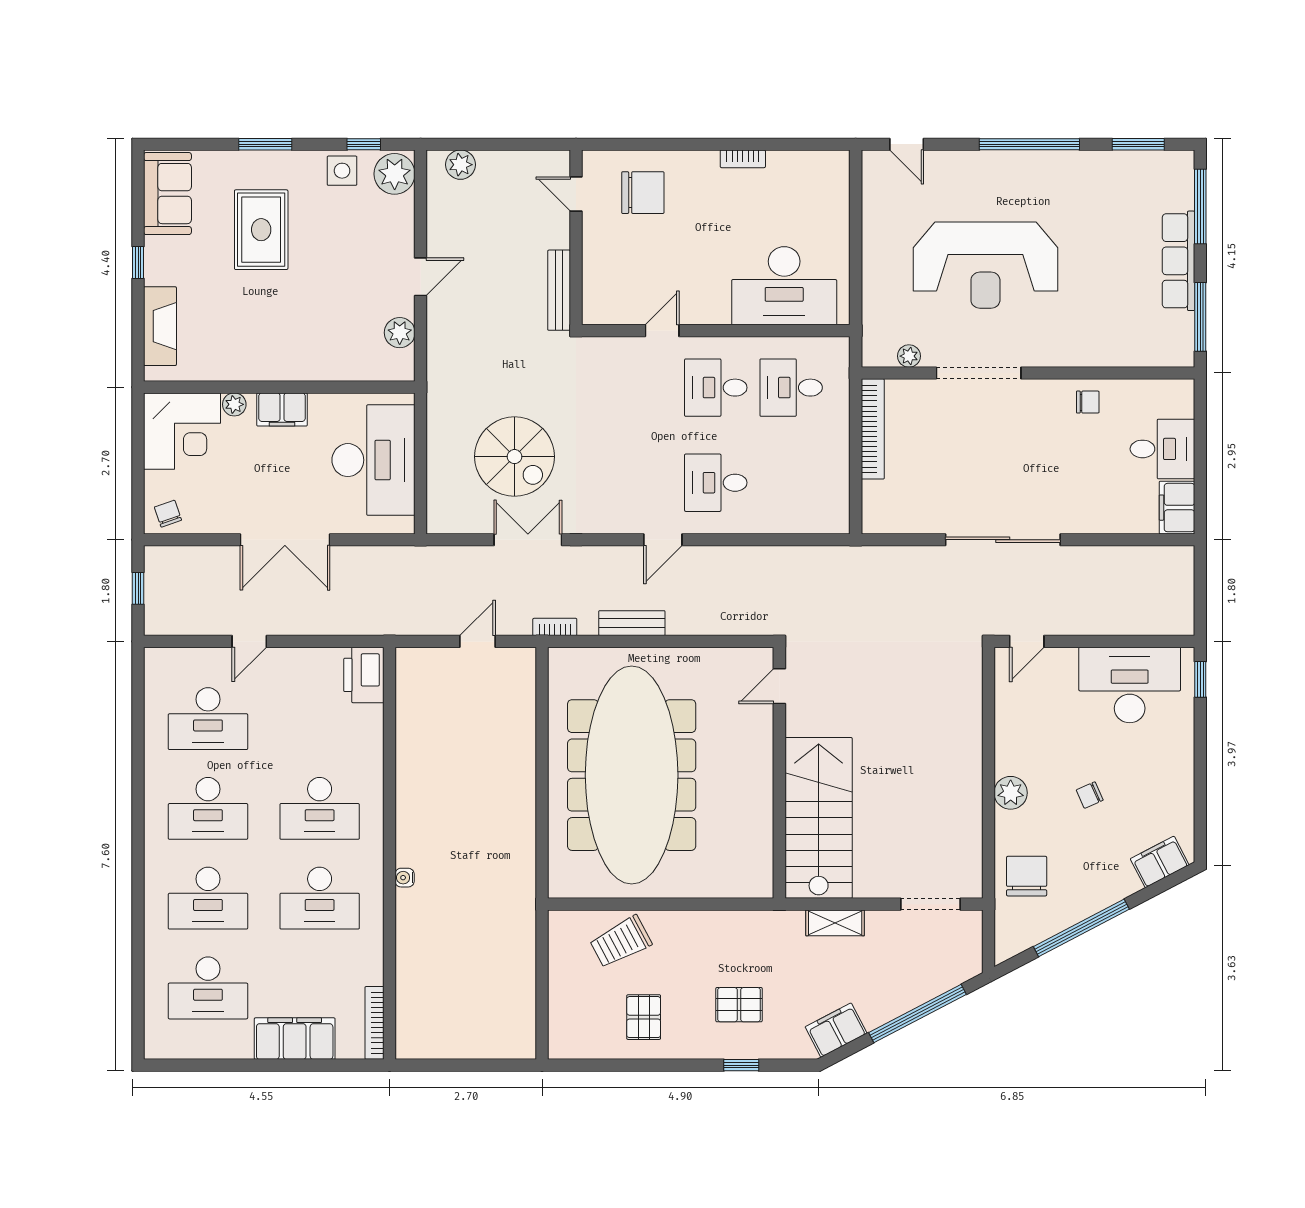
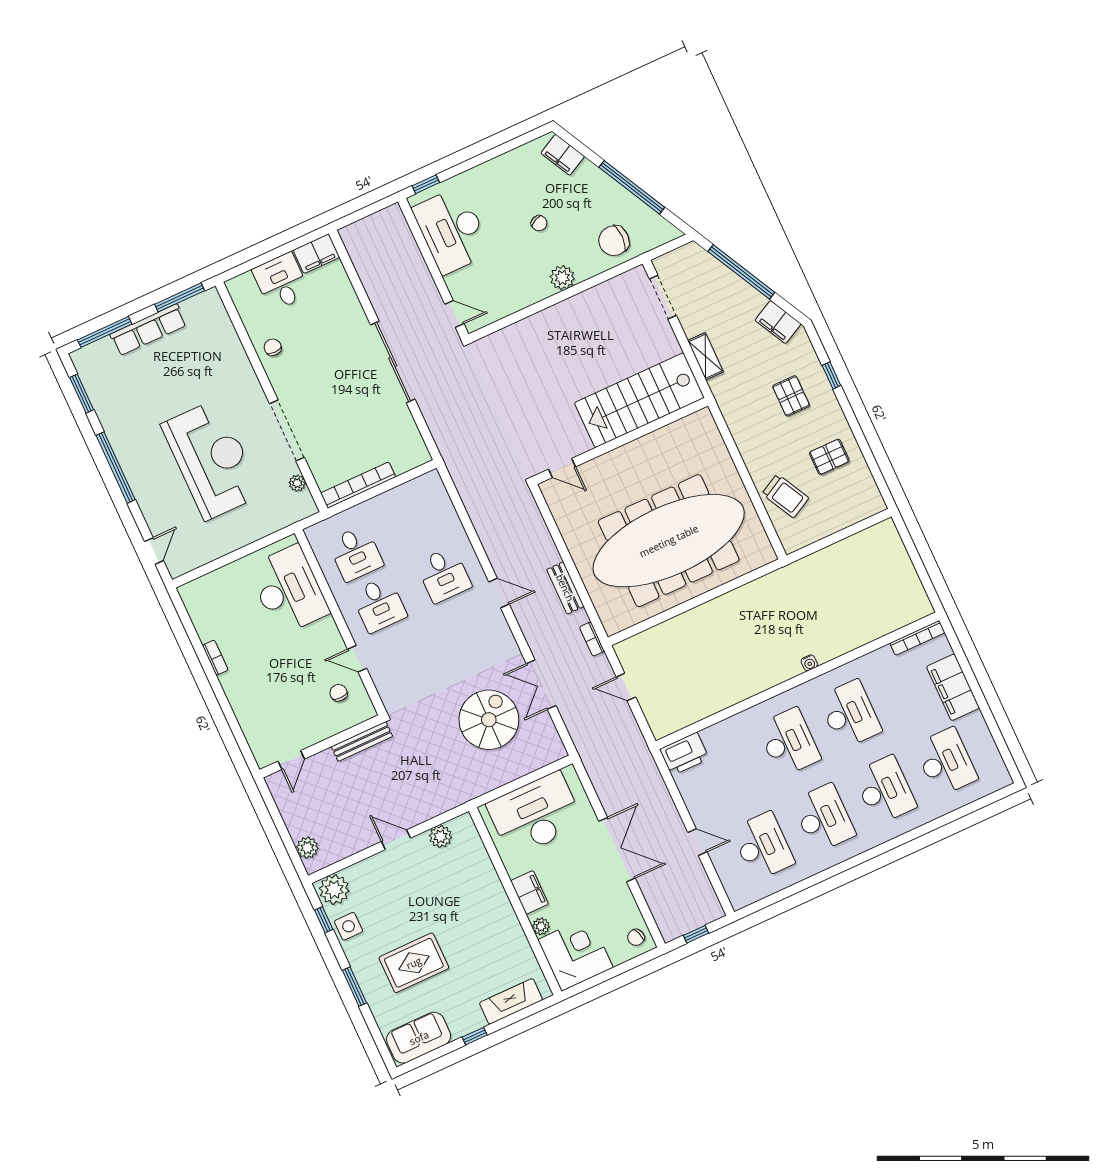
chair: (643, 193) -> (339, 693), moved, width x0.54, depth x0.54

